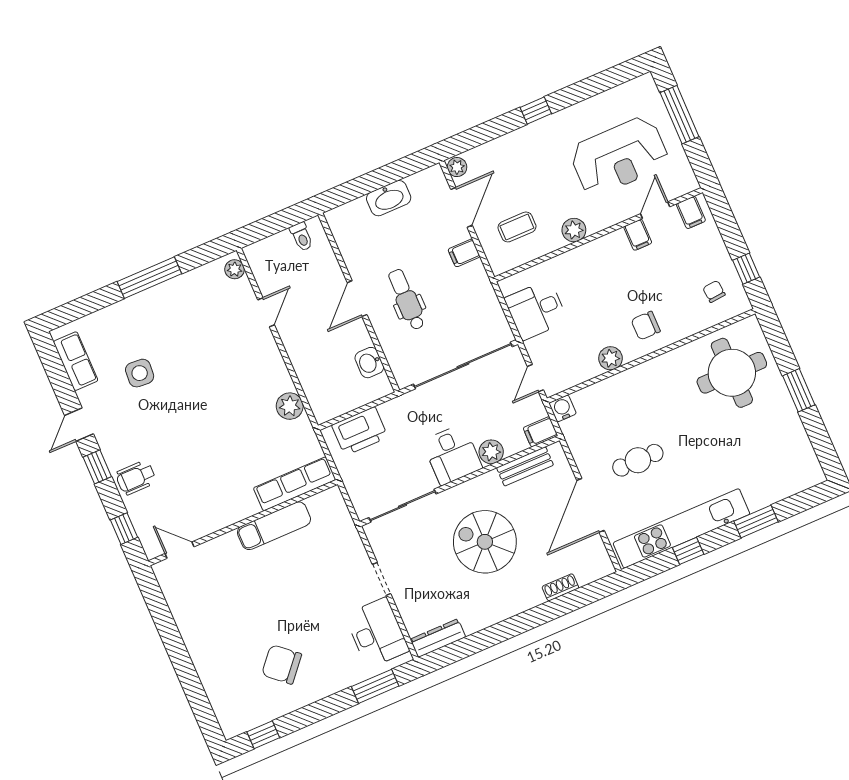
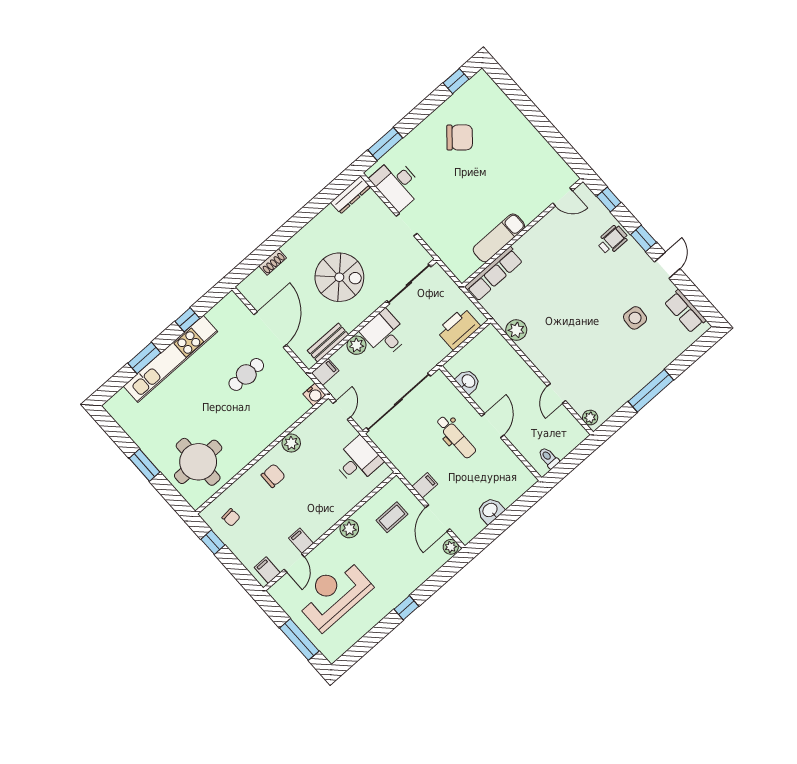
washbasin: (389, 198) -> (490, 510), width x0.72
kitchen unit: (681, 528) -> (170, 359), moved

